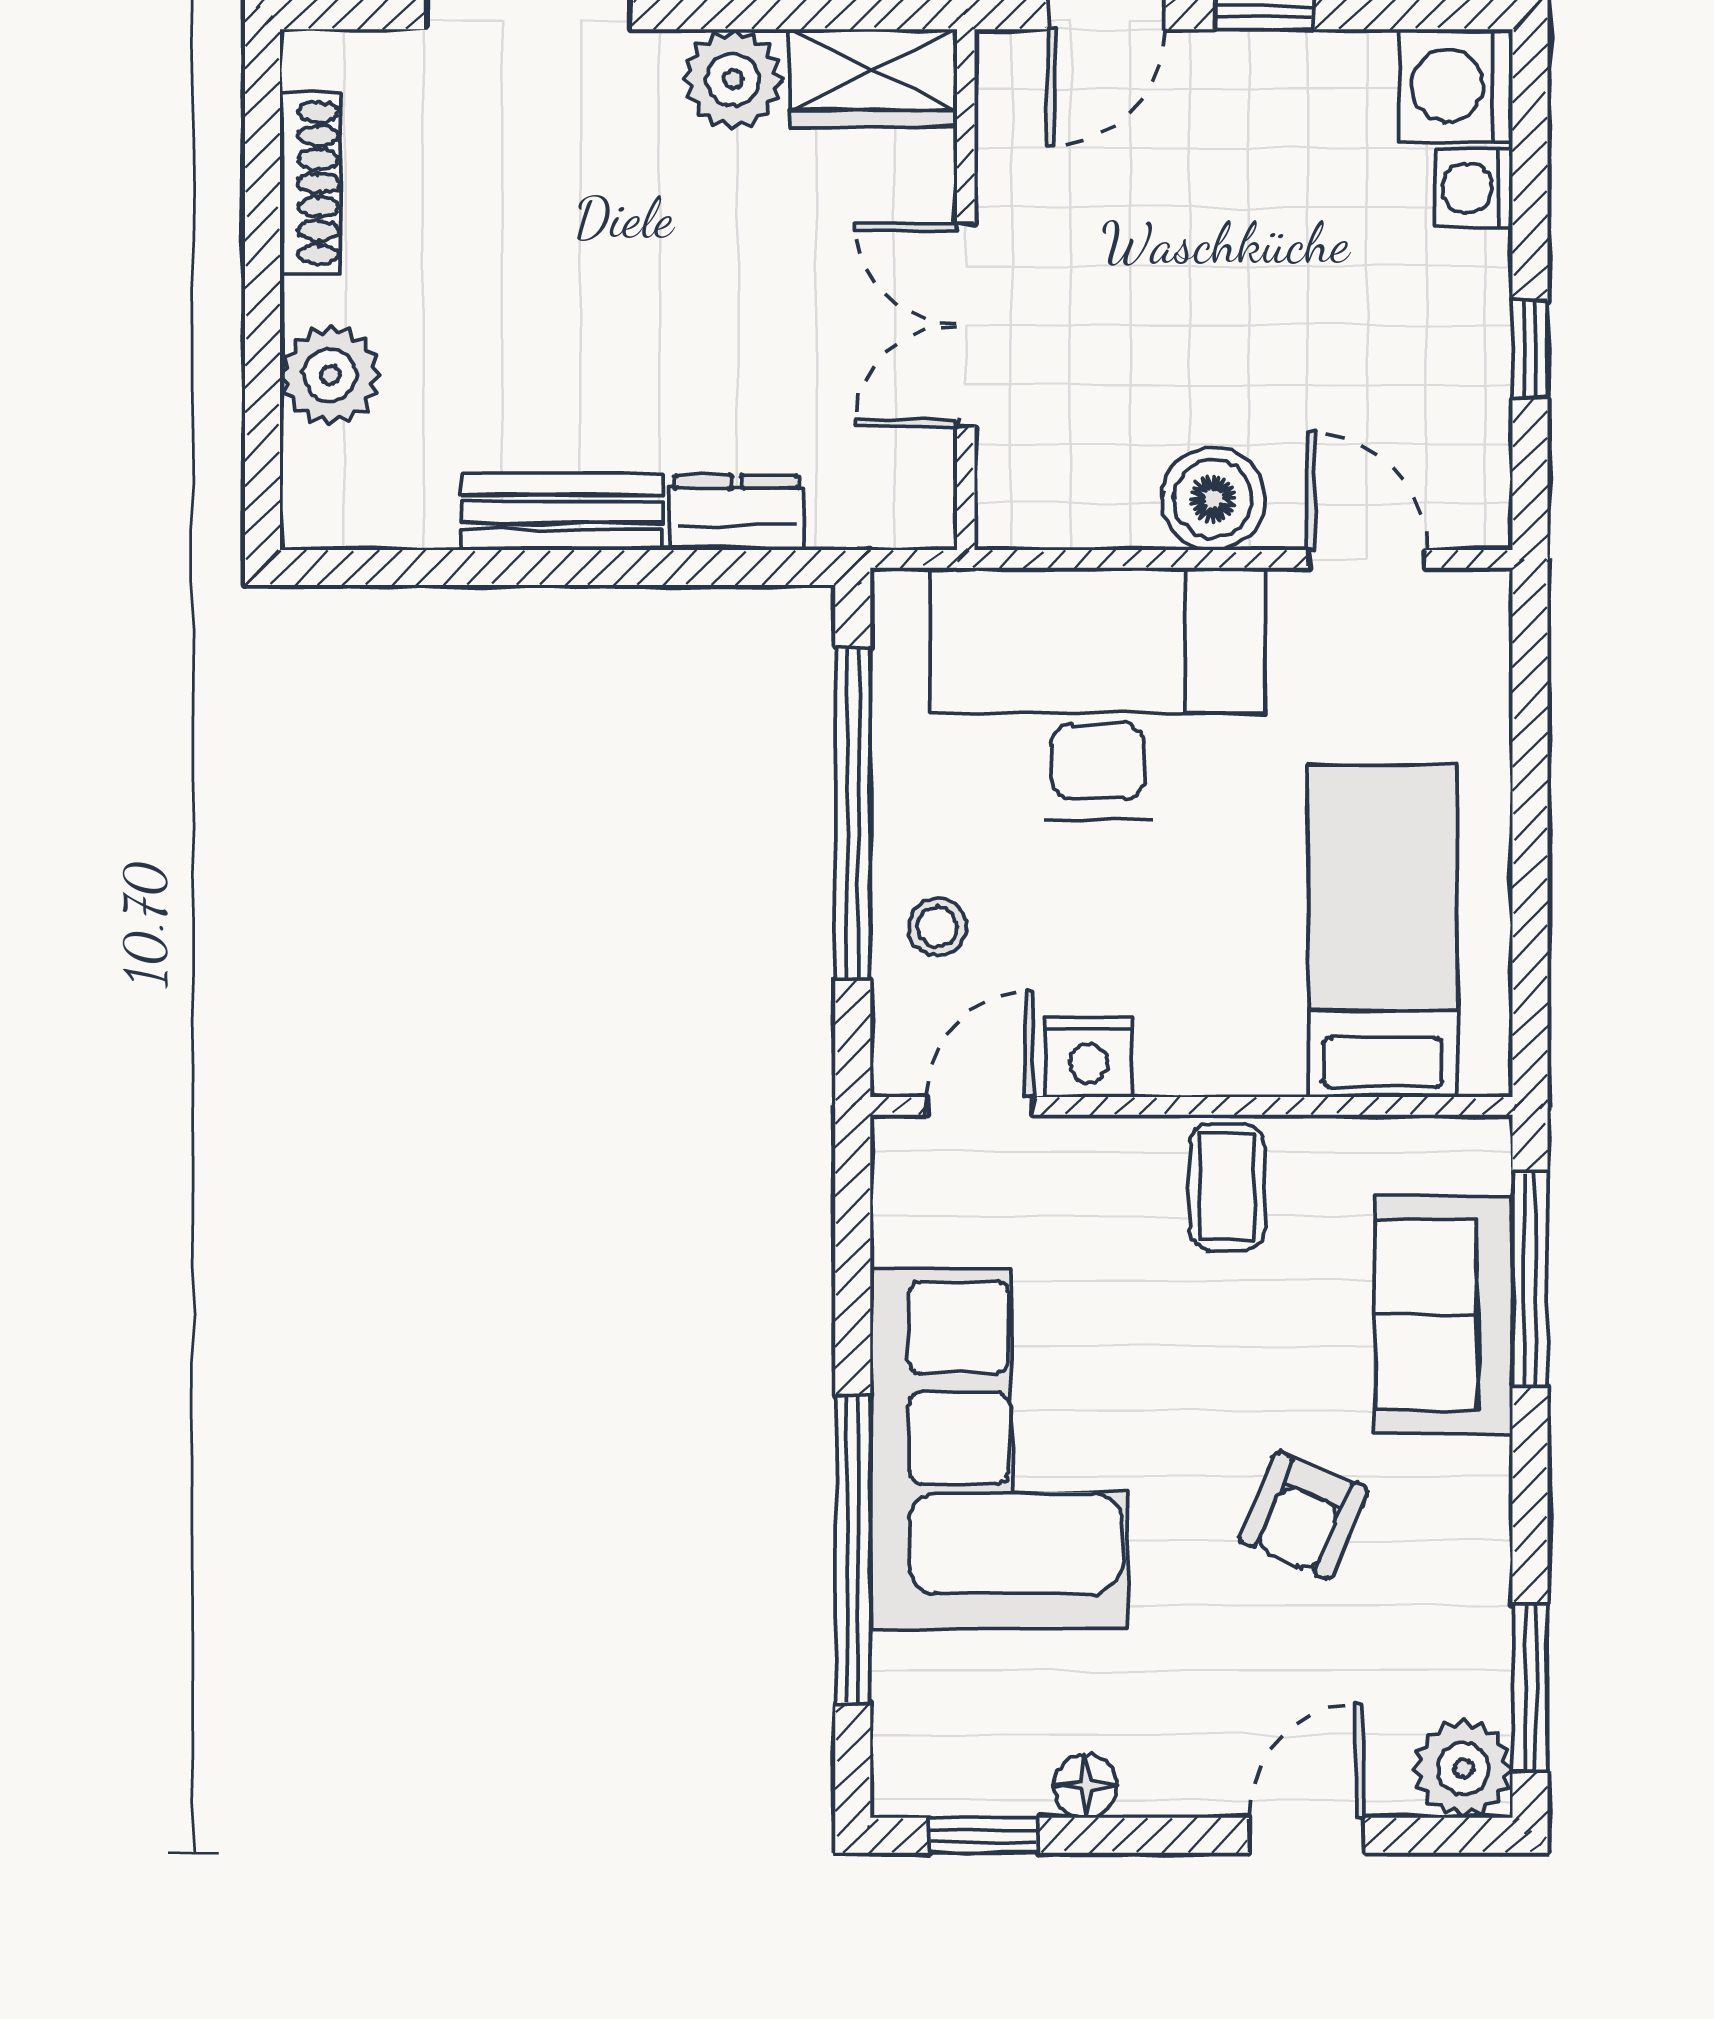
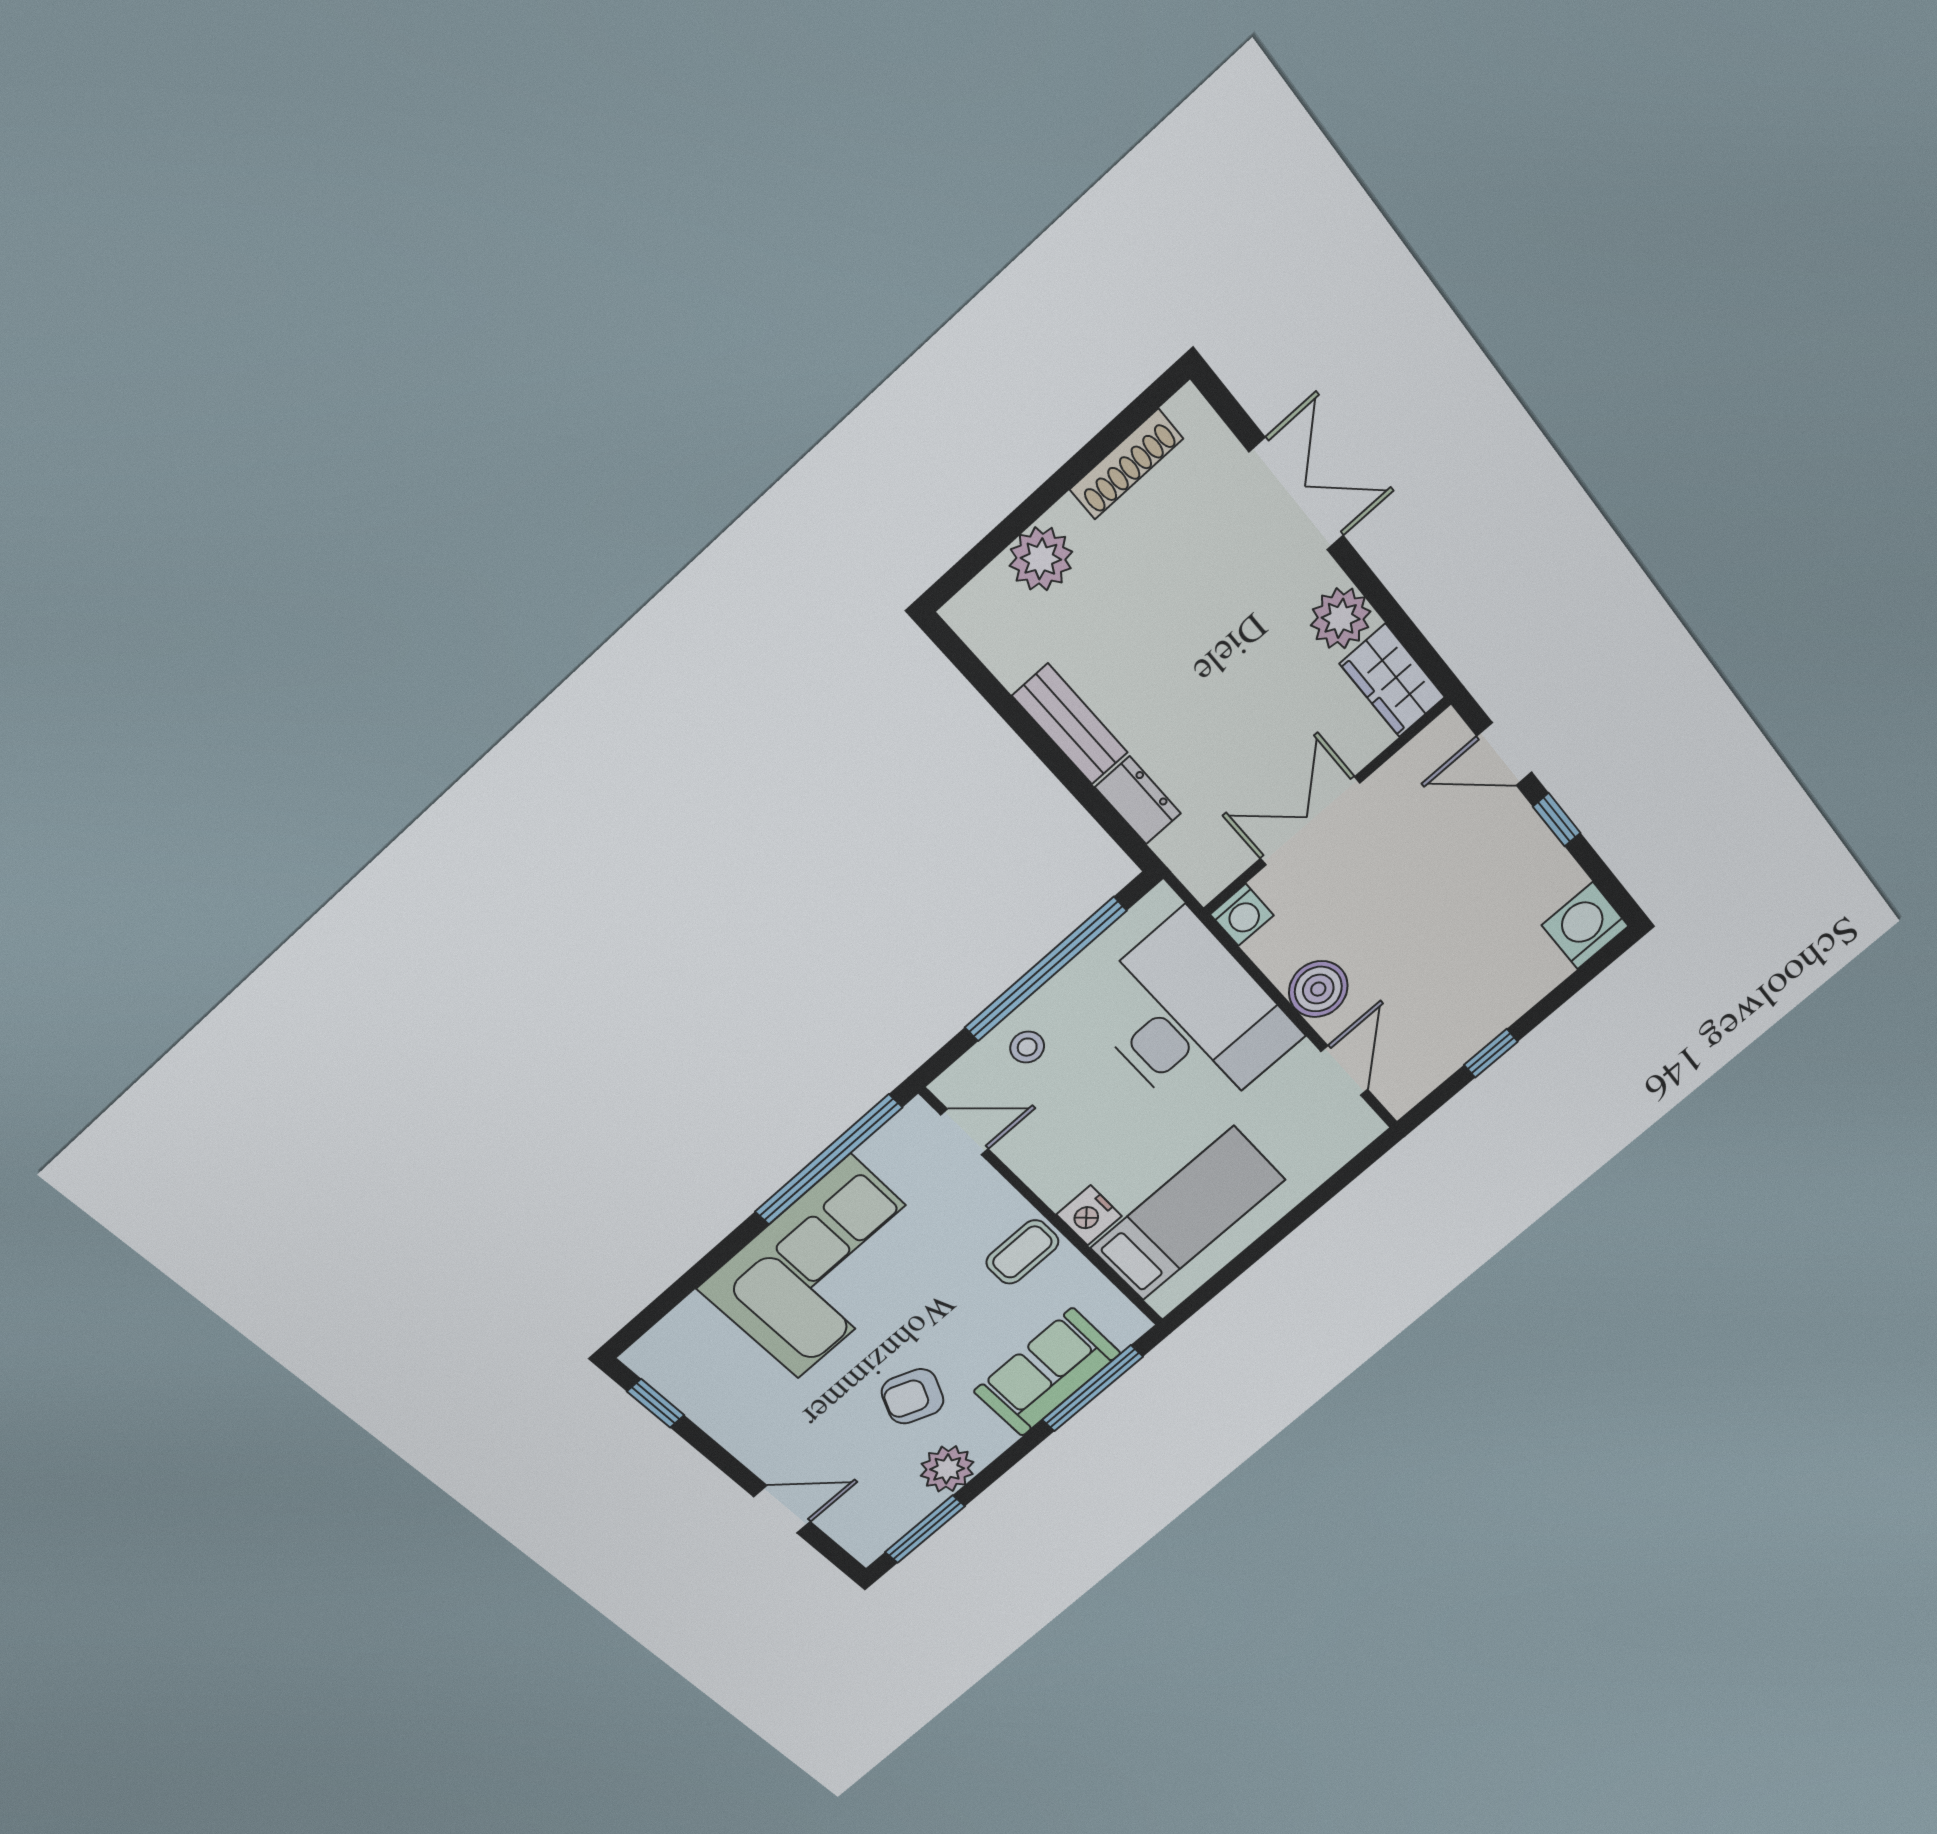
washing machine: (1474, 189) -> (1242, 915), moved, turned 180
nightstand: (1089, 1057) -> (1089, 1215), moved
window: (853, 1549) -> (828, 1160), moved
plant: (1463, 1768) -> (947, 1469), moved
floor lamp: (1086, 1786) -> (717, 1420), removed

